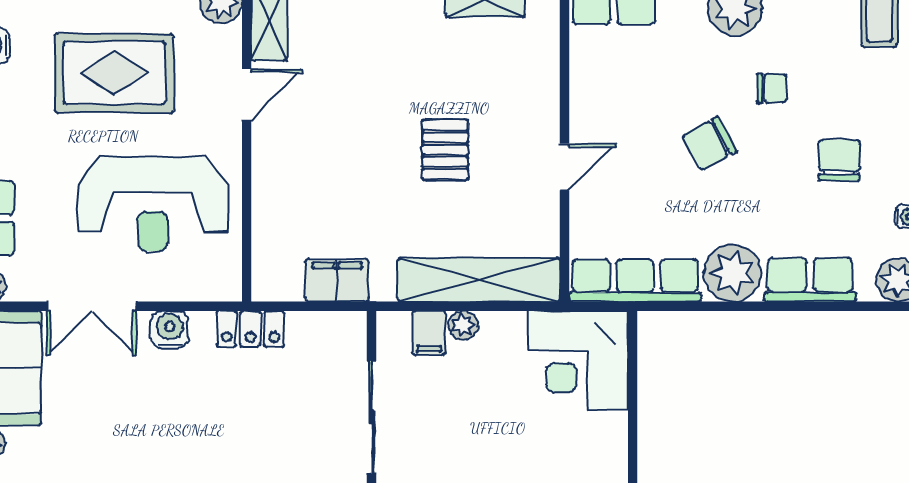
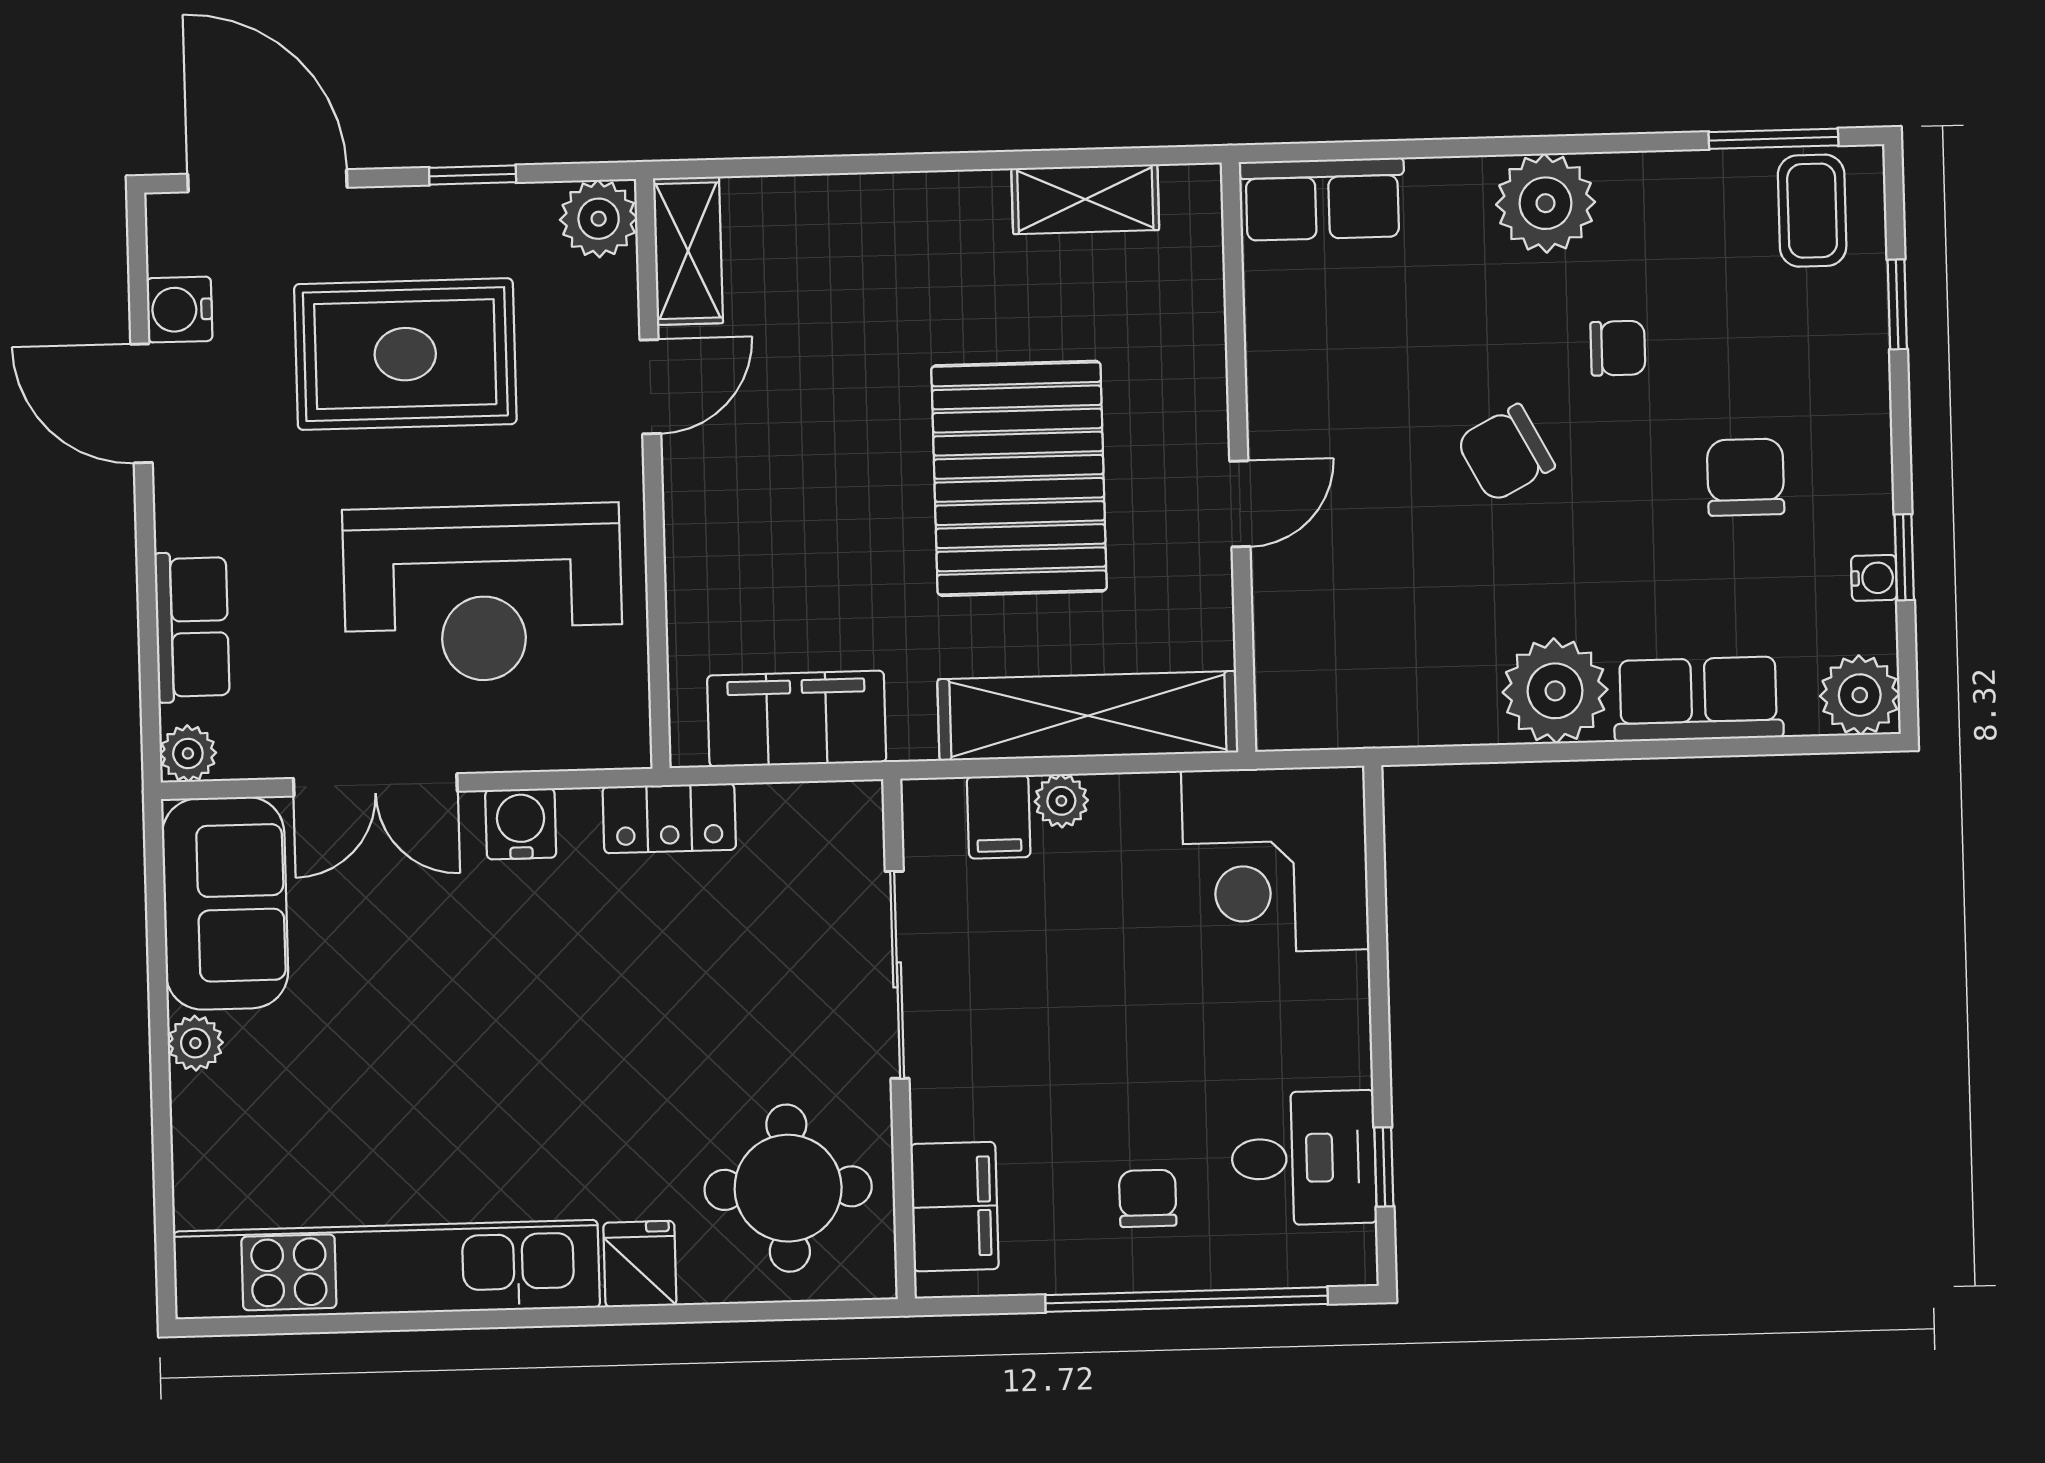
pallet: (445, 150) -> (1019, 478), width x2.05, depth x2.00
filing cabinet: (337, 280) -> (797, 719), width x1.50, depth x1.17
row of seats: (635, 280) -> (1376, 709), removed

